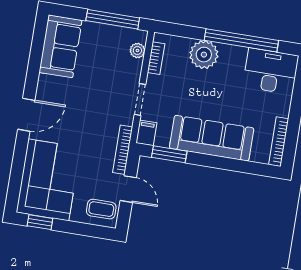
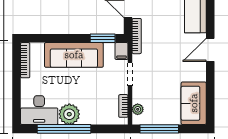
plant: (204, 55) -> (69, 114), moved

